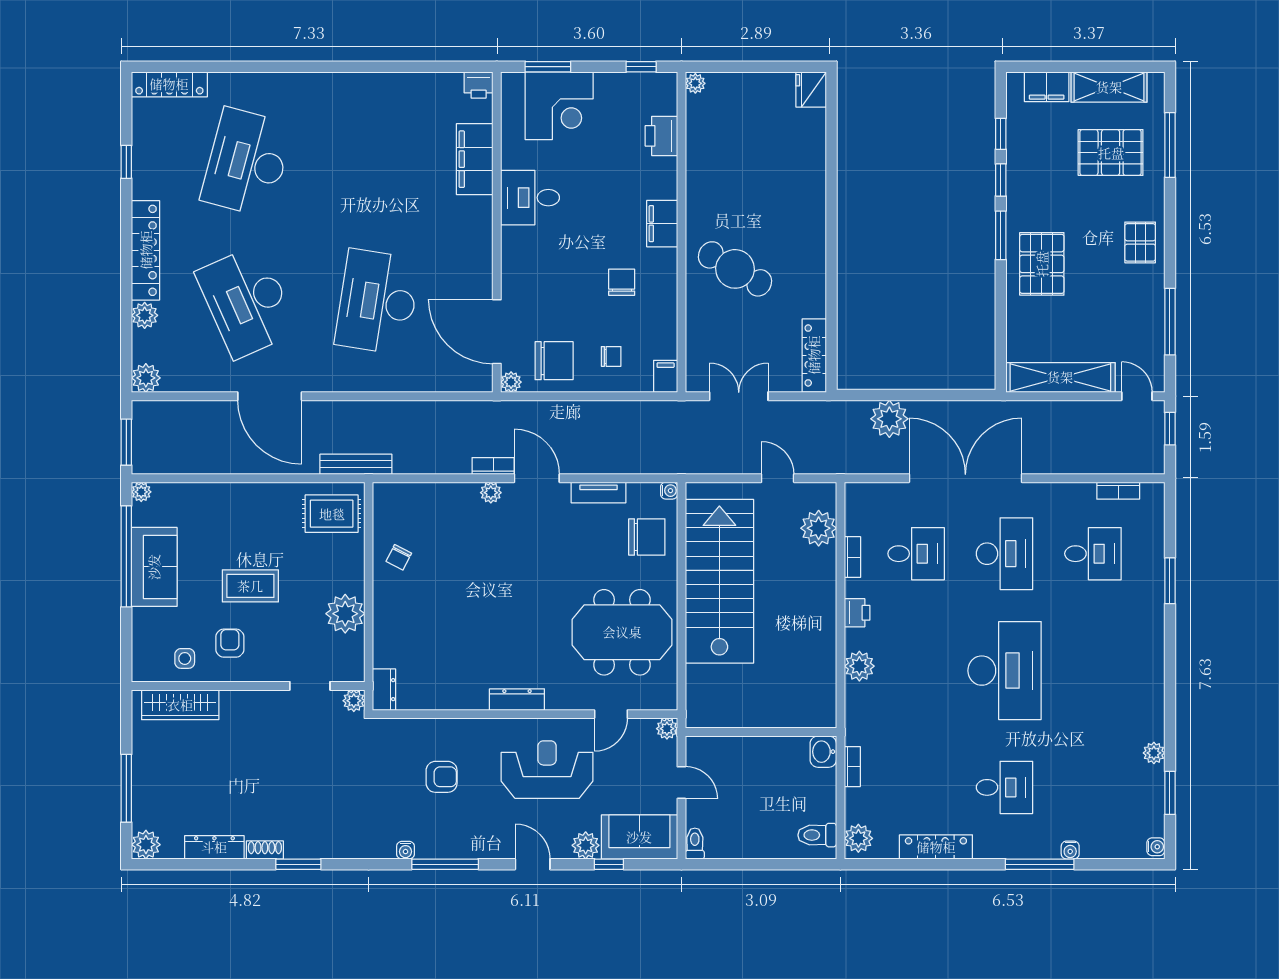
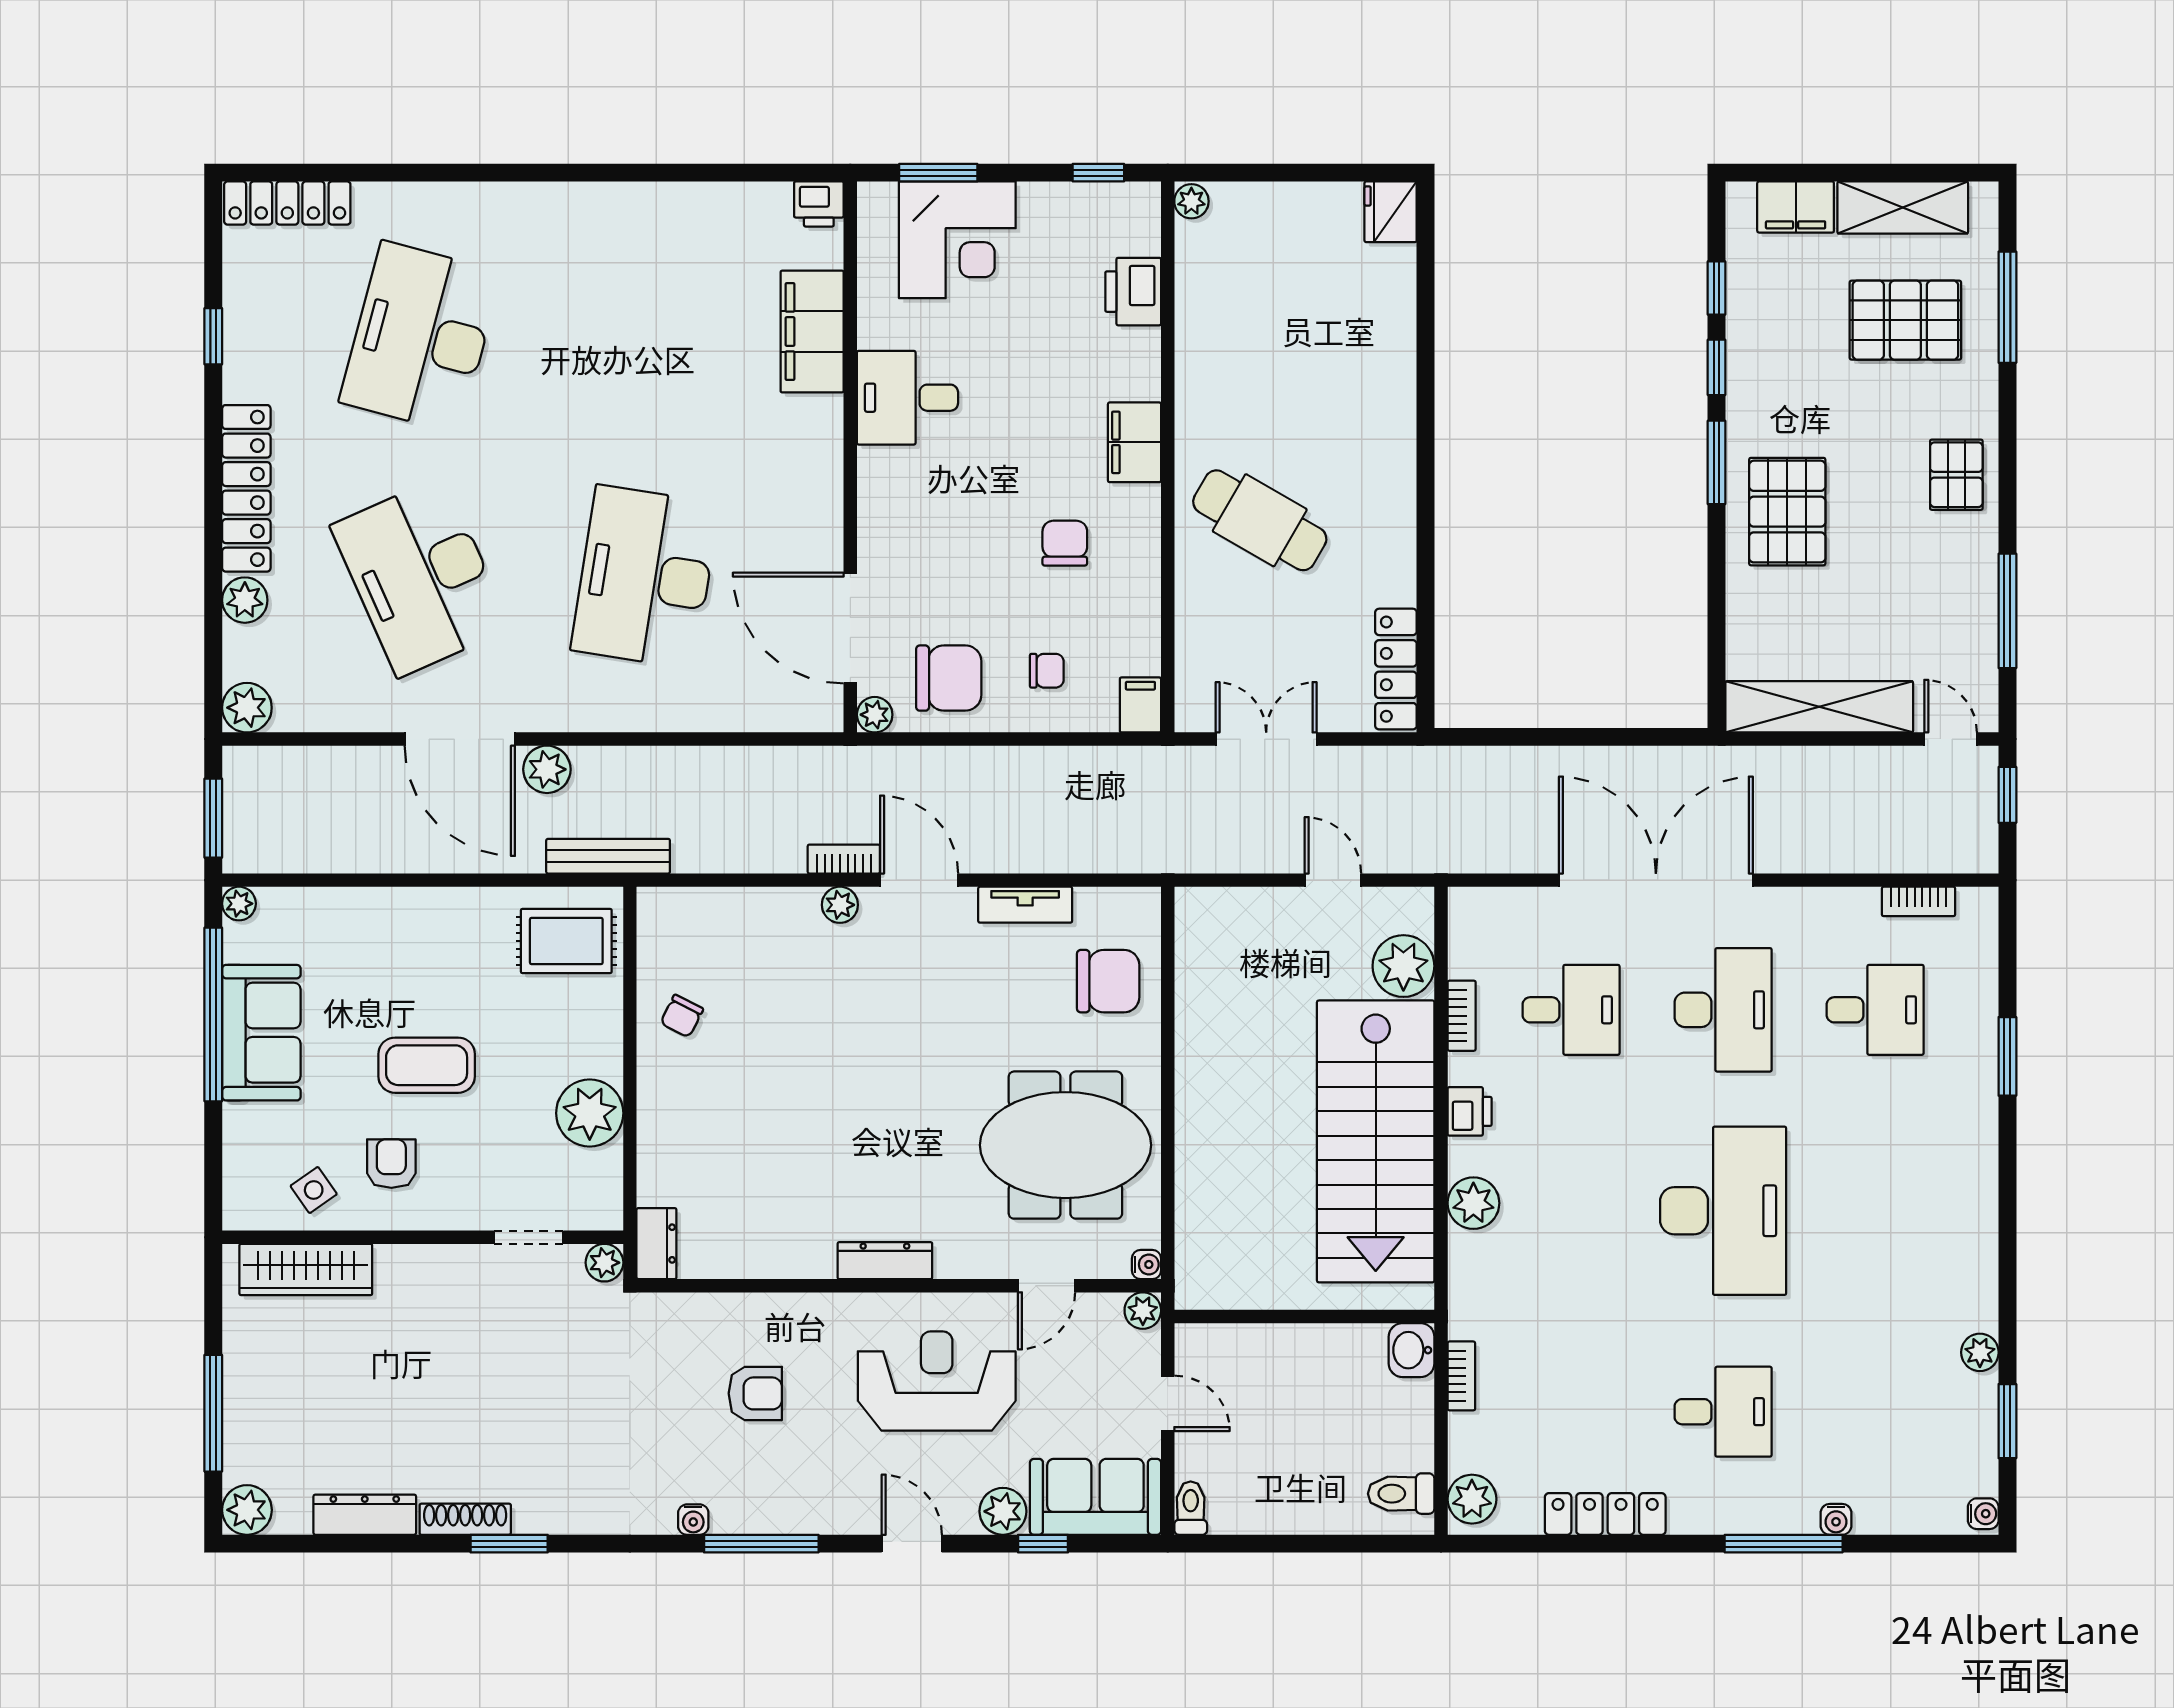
plant: (889, 419) -> (547, 769), moved, width x0.73, depth x0.73
water cooler: (669, 491) -> (1146, 1264), moved
stairs: (719, 581) -> (1376, 1141), moved, turned 180
side table: (185, 658) -> (314, 1190), turned -35
shoe rack: (265, 850) -> (465, 1519), width x1.43

